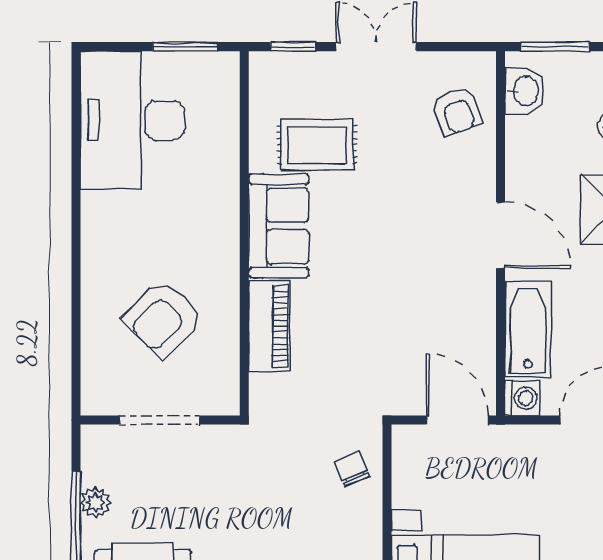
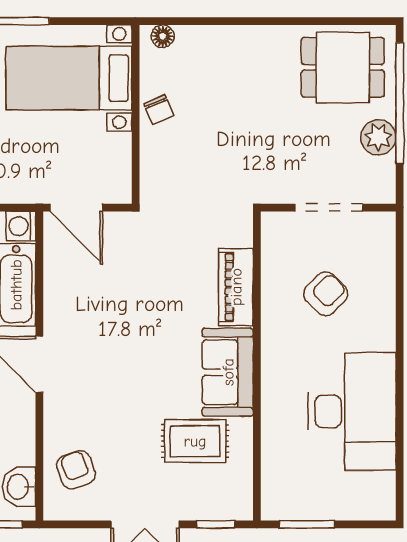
desk: (132, 120) -> (352, 411), moved
armchair: (163, 318) -> (326, 294), width x0.72, depth x0.72
chair: (352, 469) -> (159, 110), moved
plant: (95, 503) -> (378, 137), width x1.38, depth x1.38

